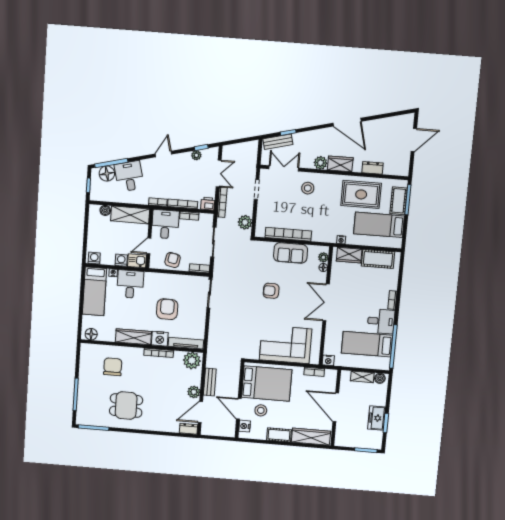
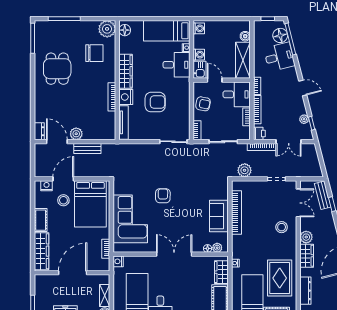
dresser: (372, 168) -> (305, 291), width x1.44
armchair: (271, 291) -> (163, 196), moved
plant: (192, 360) -> (107, 29), moved

